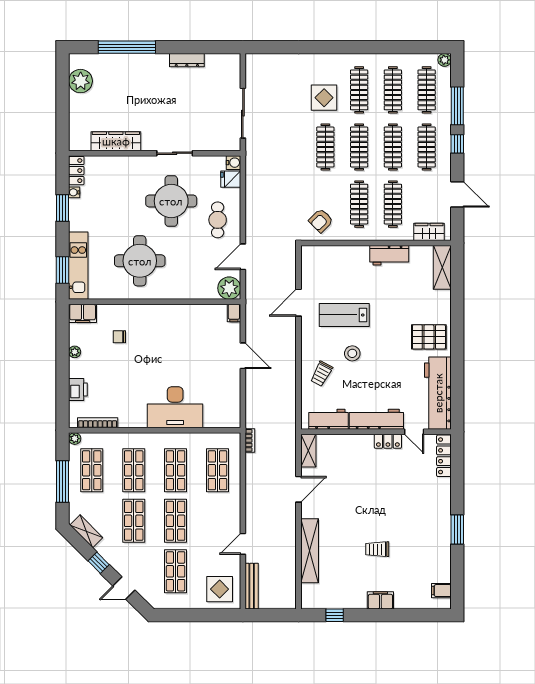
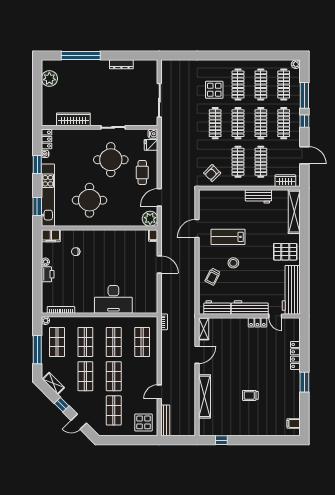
kitchen unit: (78, 266) -> (48, 195), width x1.36
shelving: (442, 267) -> (294, 212), width x1.47
printer: (78, 389) -> (48, 274), moved
locker: (444, 456) -> (295, 355), moved
filing cabinet: (380, 600) -> (252, 430), removed

